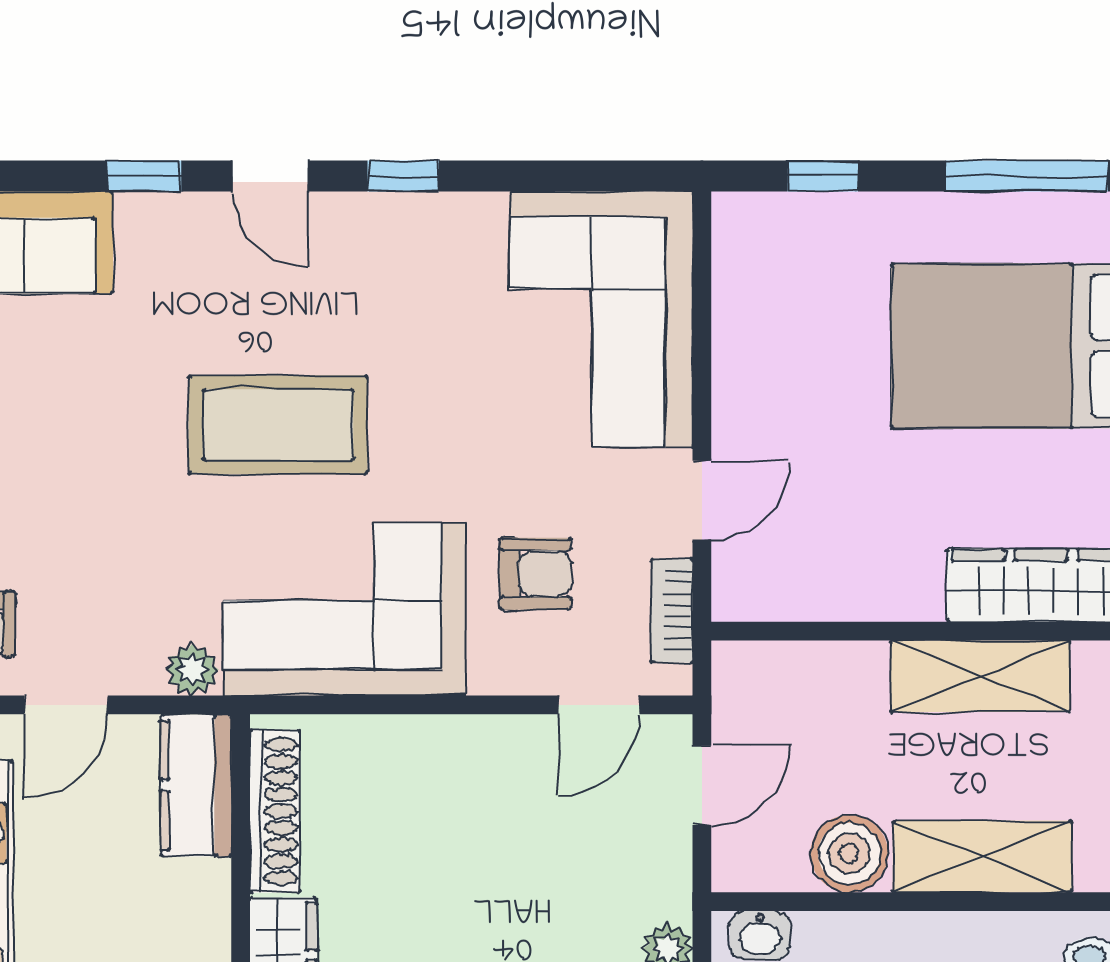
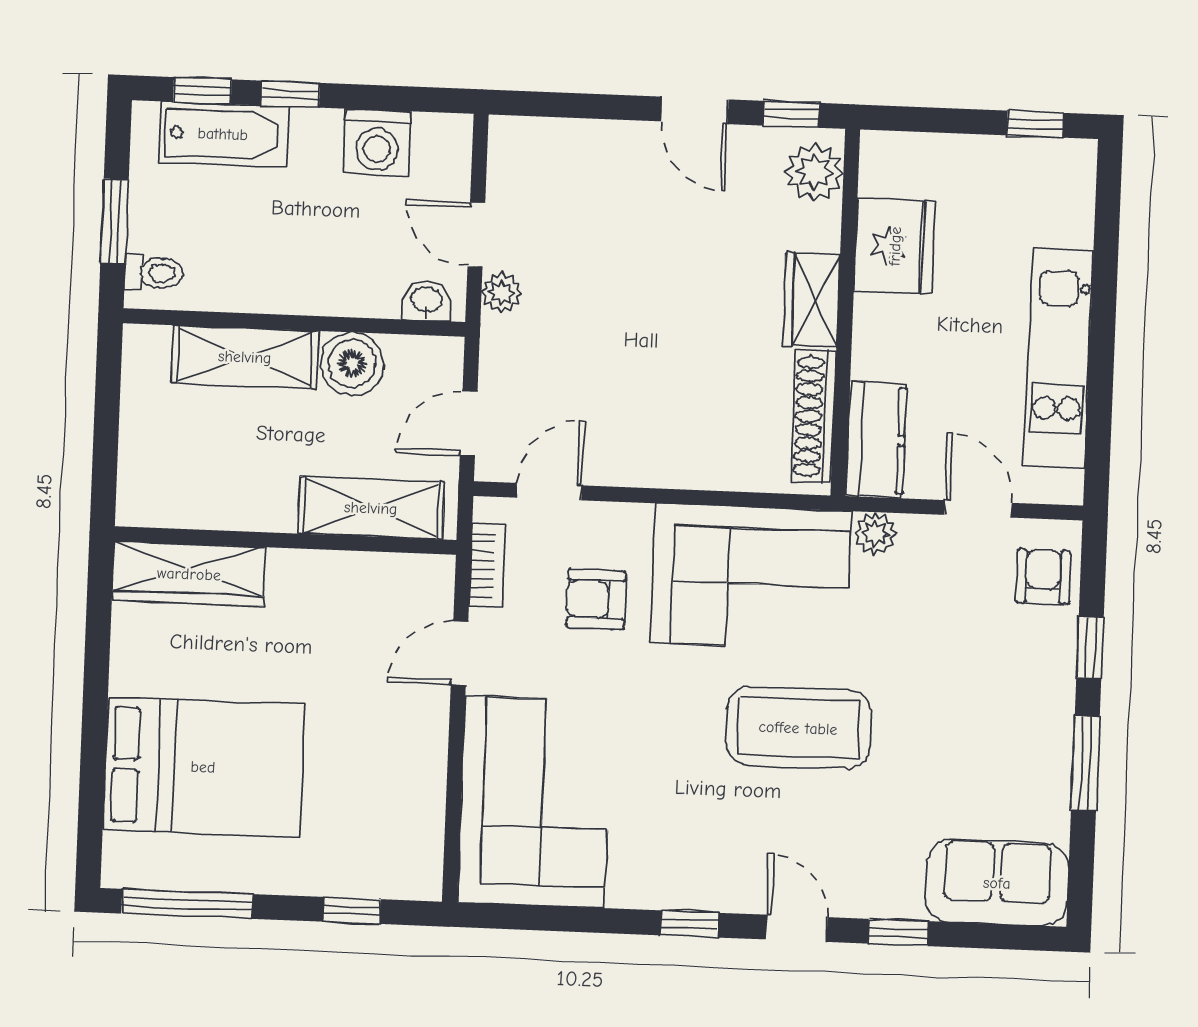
shelving: (980, 676) -> (371, 508), moved
door: (66, 705) -> (978, 509), hinge flipped

